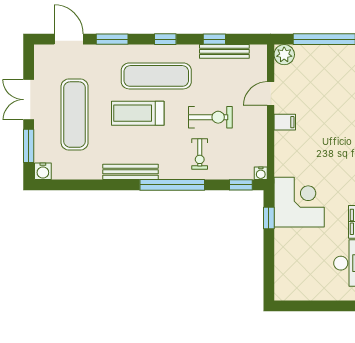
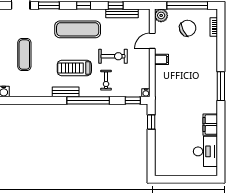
chair: (325, 74) -> (188, 28), added
treadmill: (138, 113) -> (74, 68), moved
exercise mat: (75, 115) -> (24, 55), width x0.73, depth x0.69
bench: (131, 172) -> (66, 92), width x0.73
corner desk: (299, 202) -> (171, 112), removed

